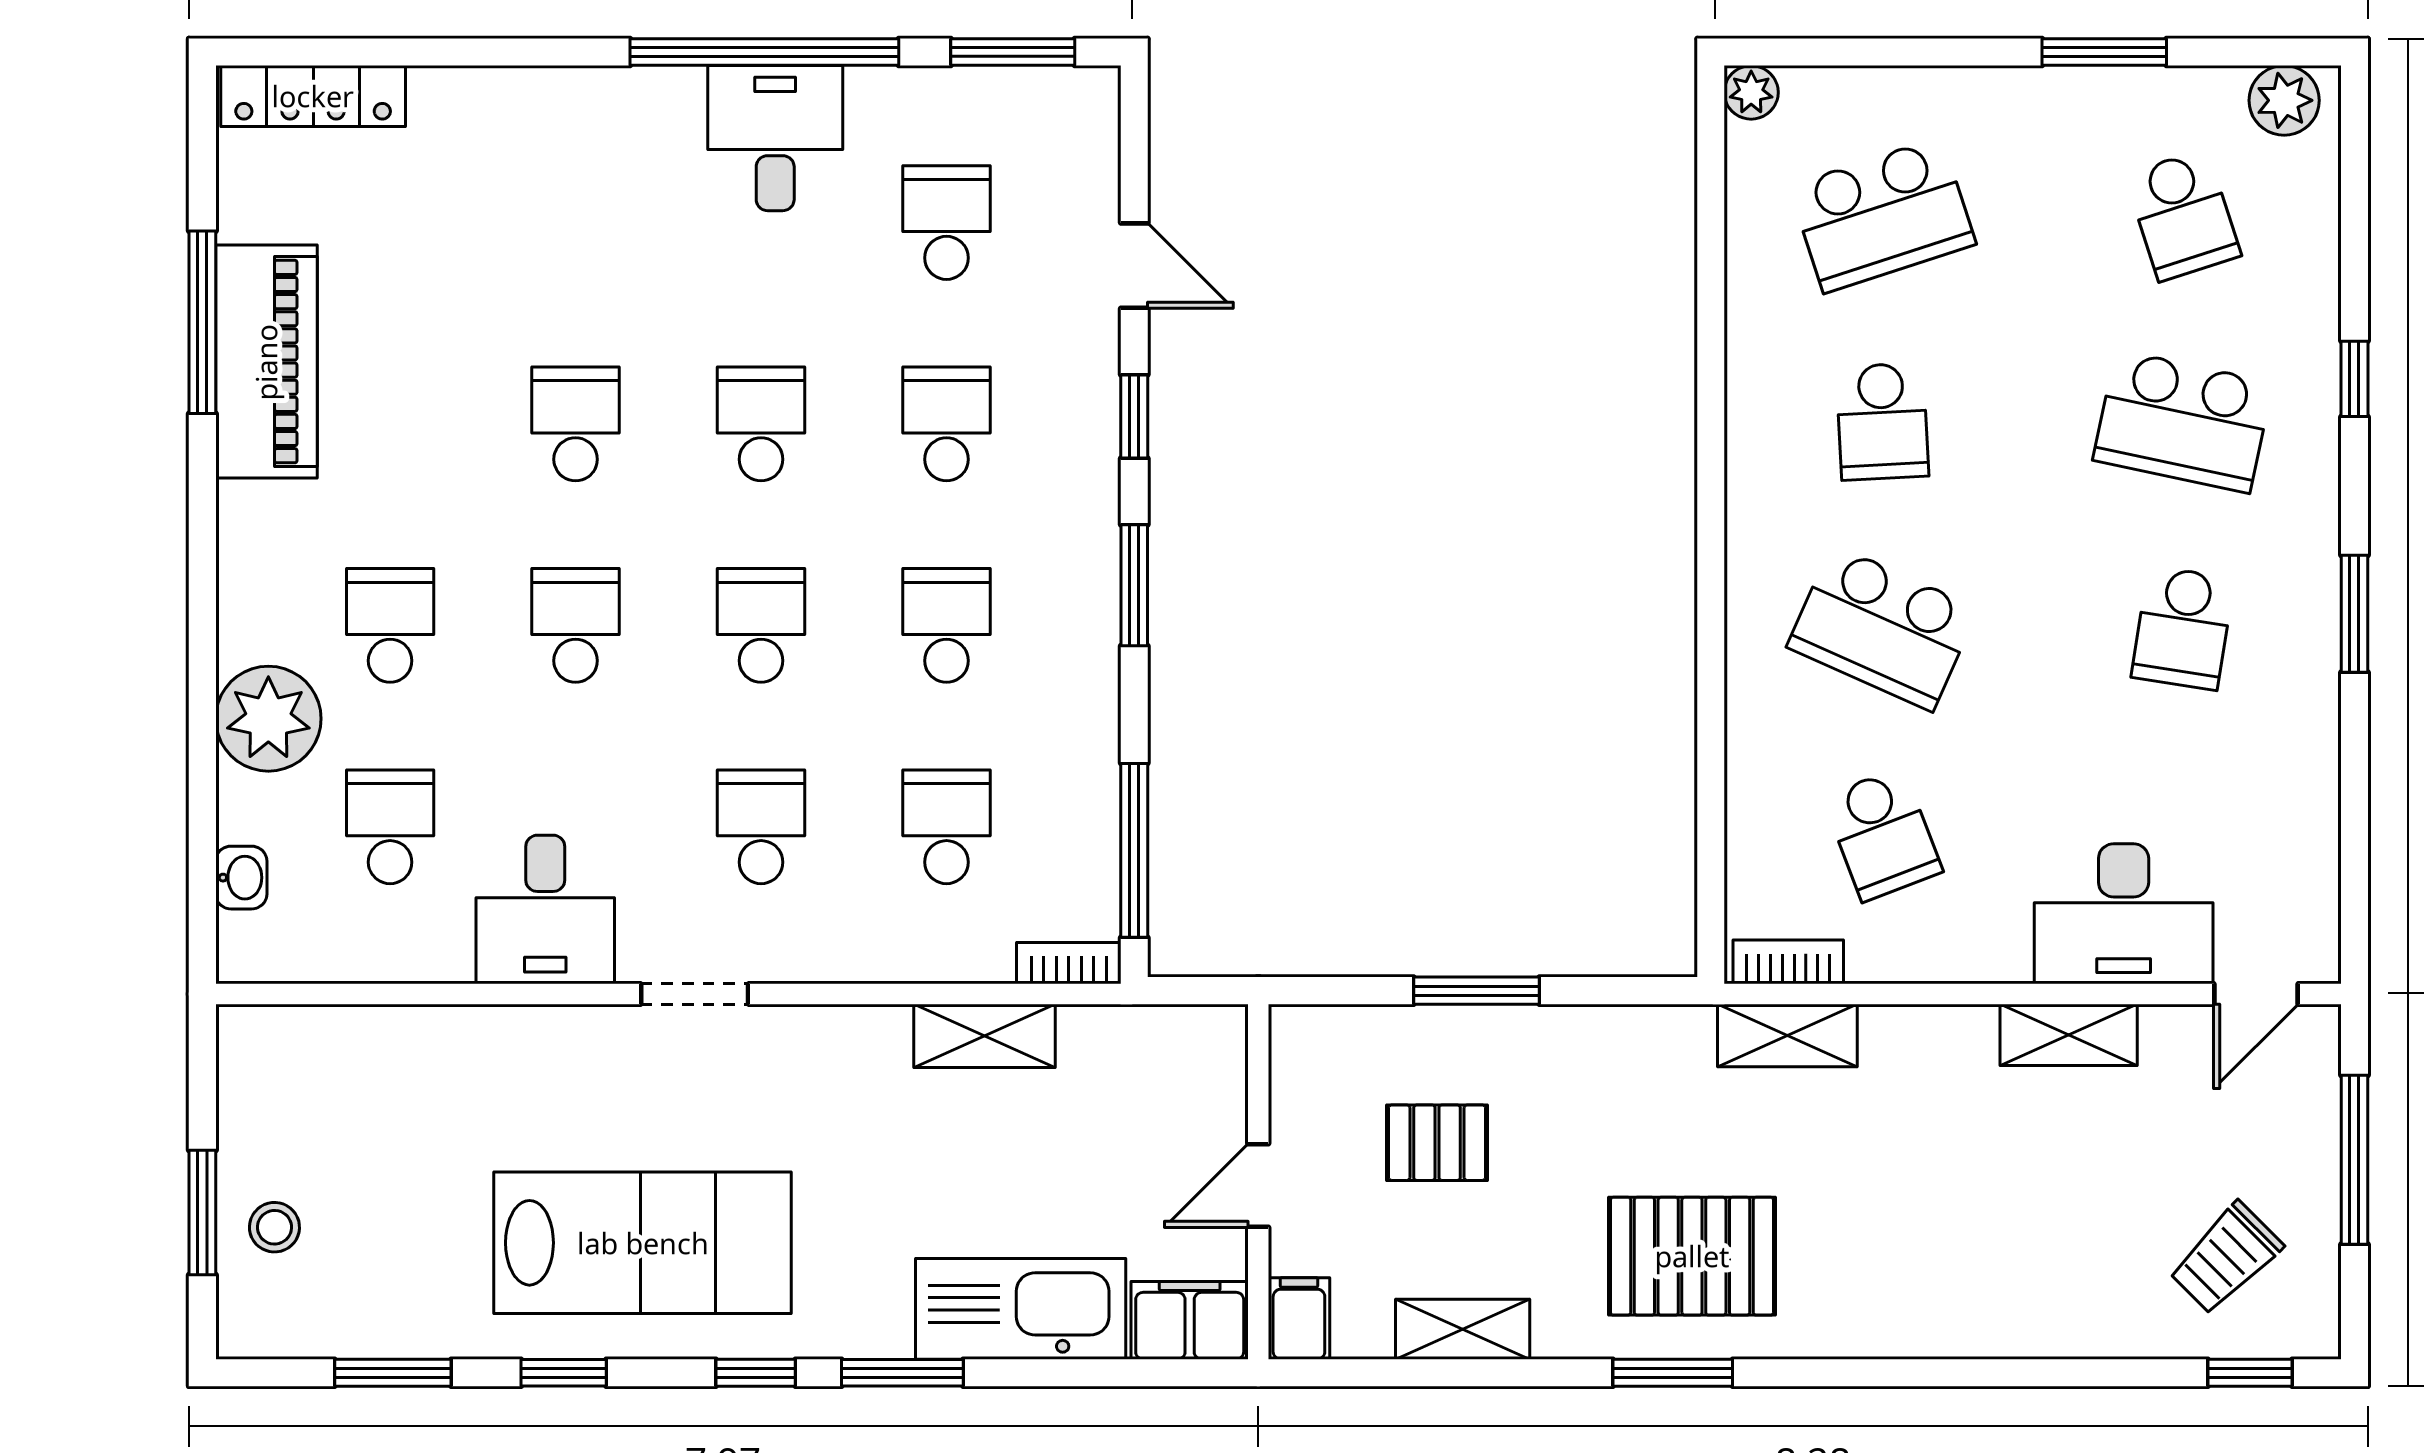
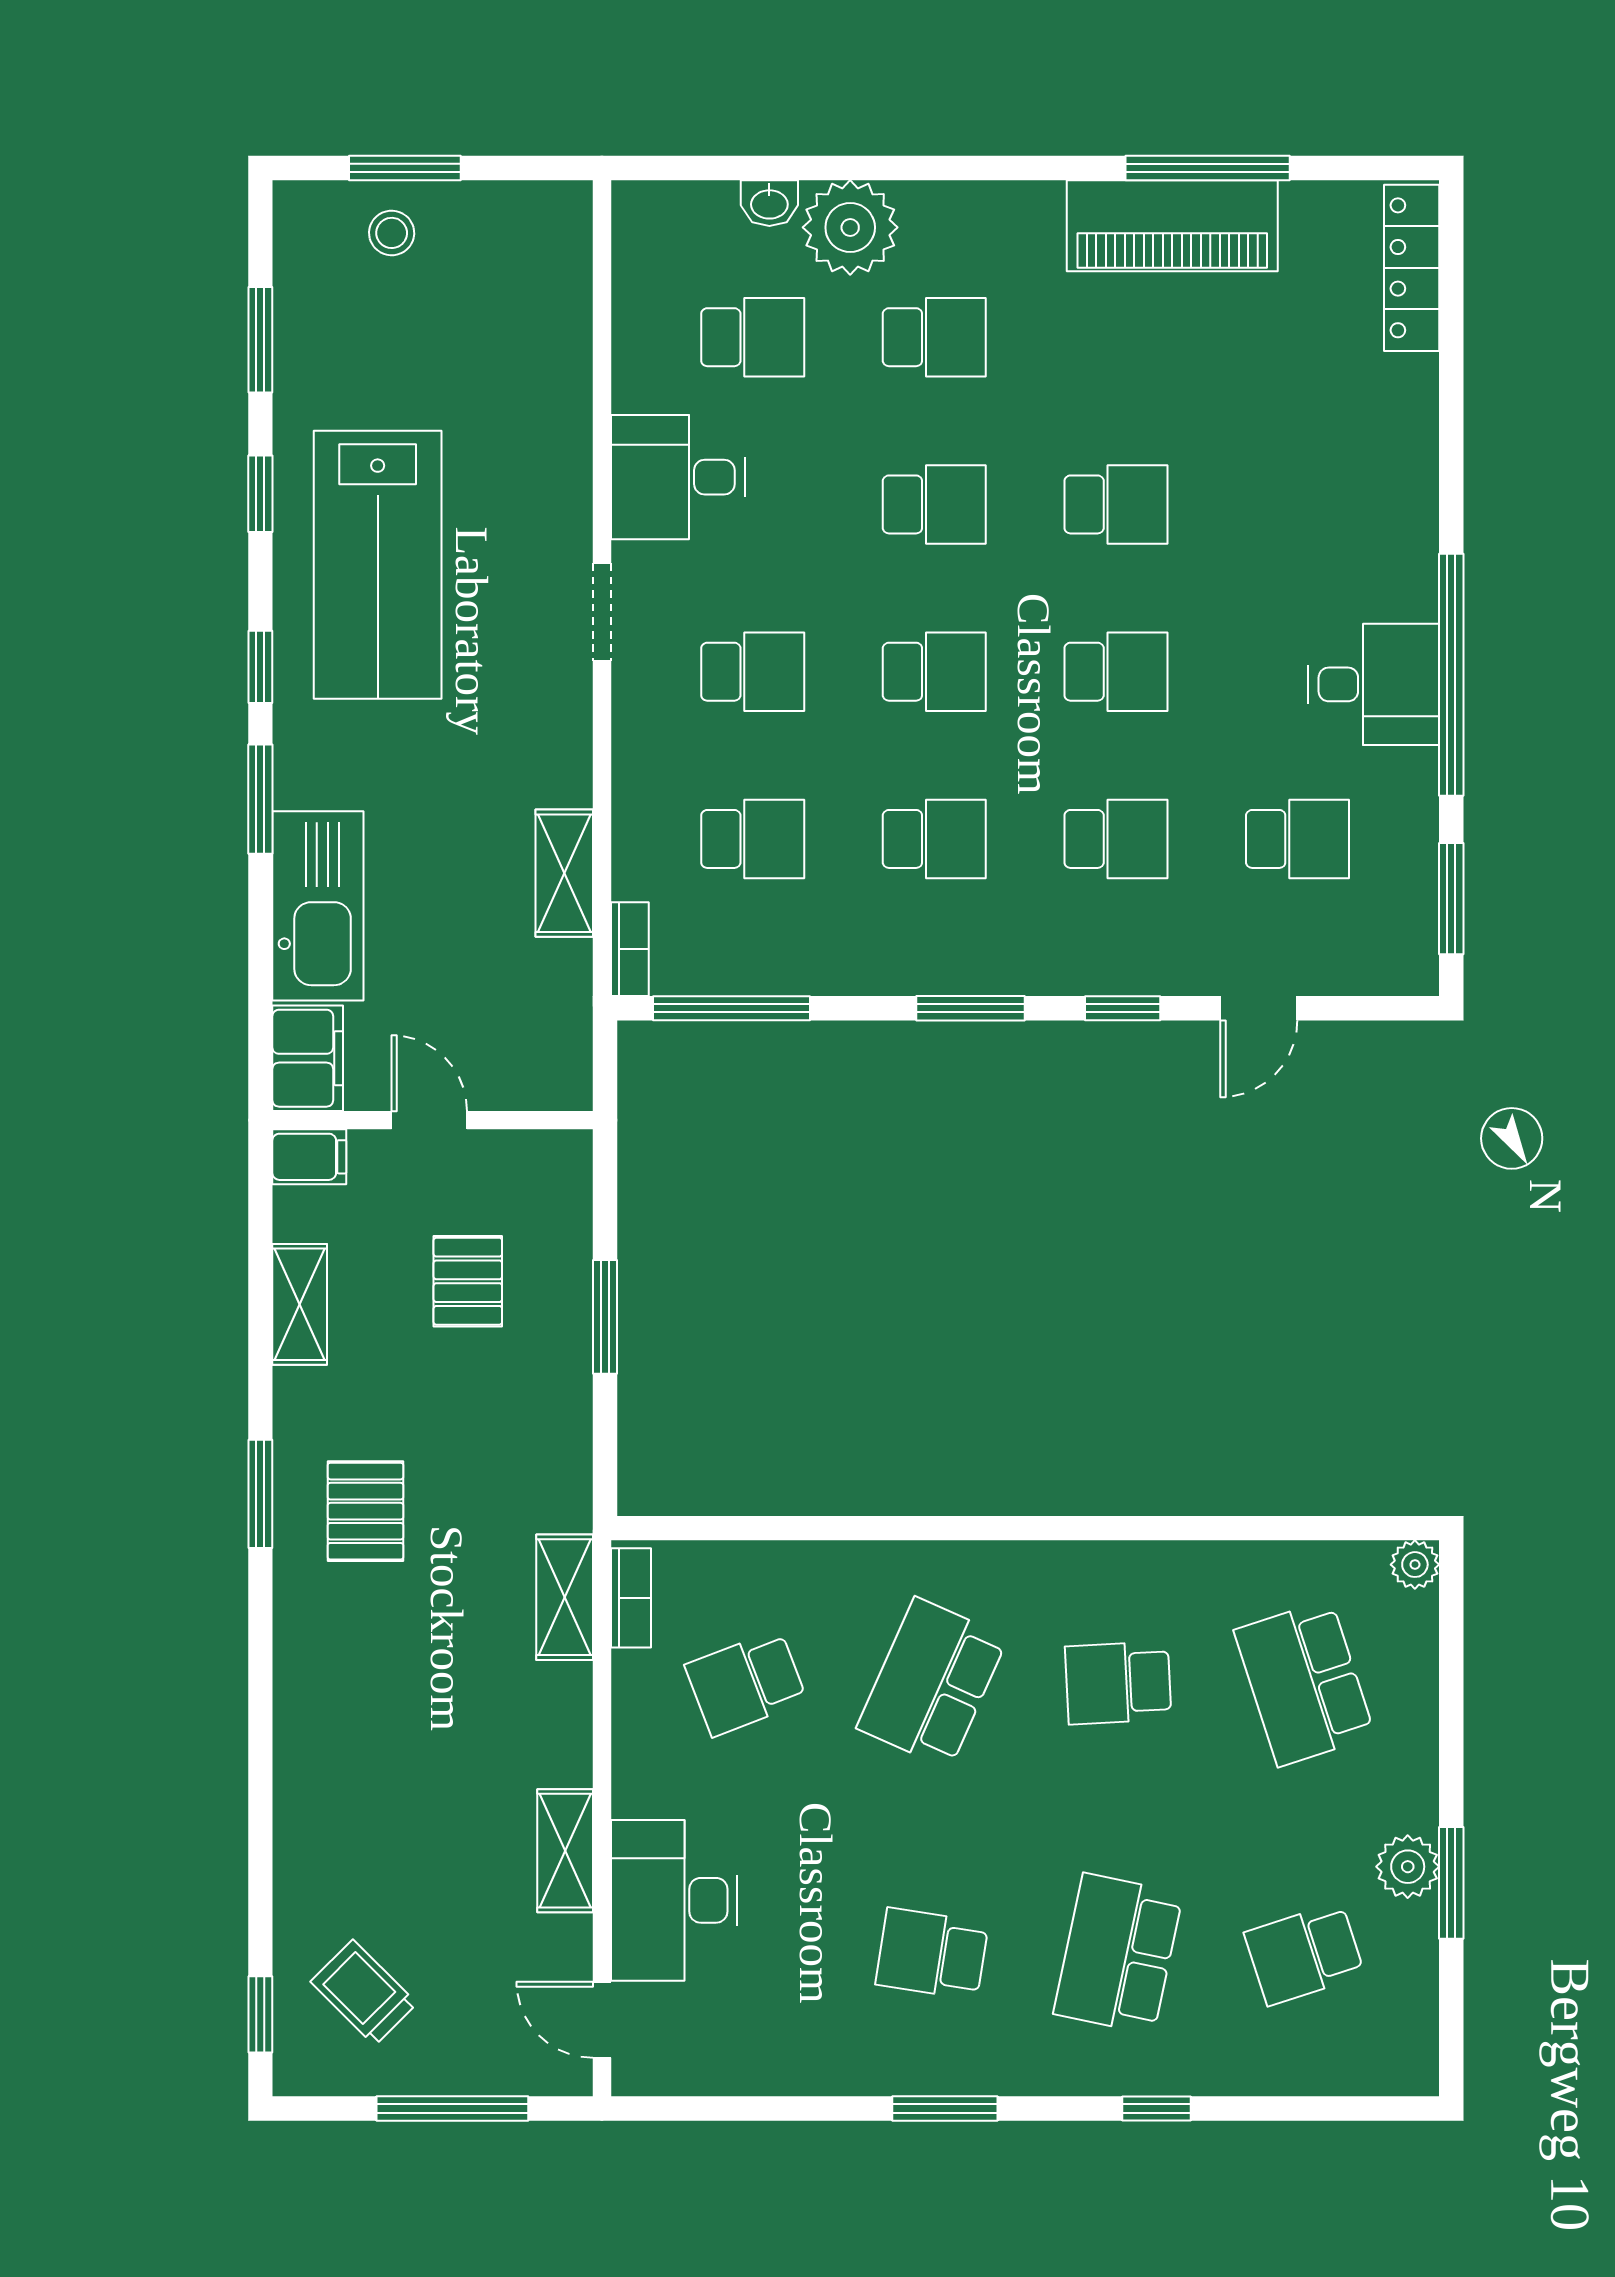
plant: (2284, 100) -> (1408, 1867), moved
washbasin: (241, 878) -> (769, 203), moved
pallet: (1692, 1256) -> (366, 1511), width x0.67, depth x0.71

